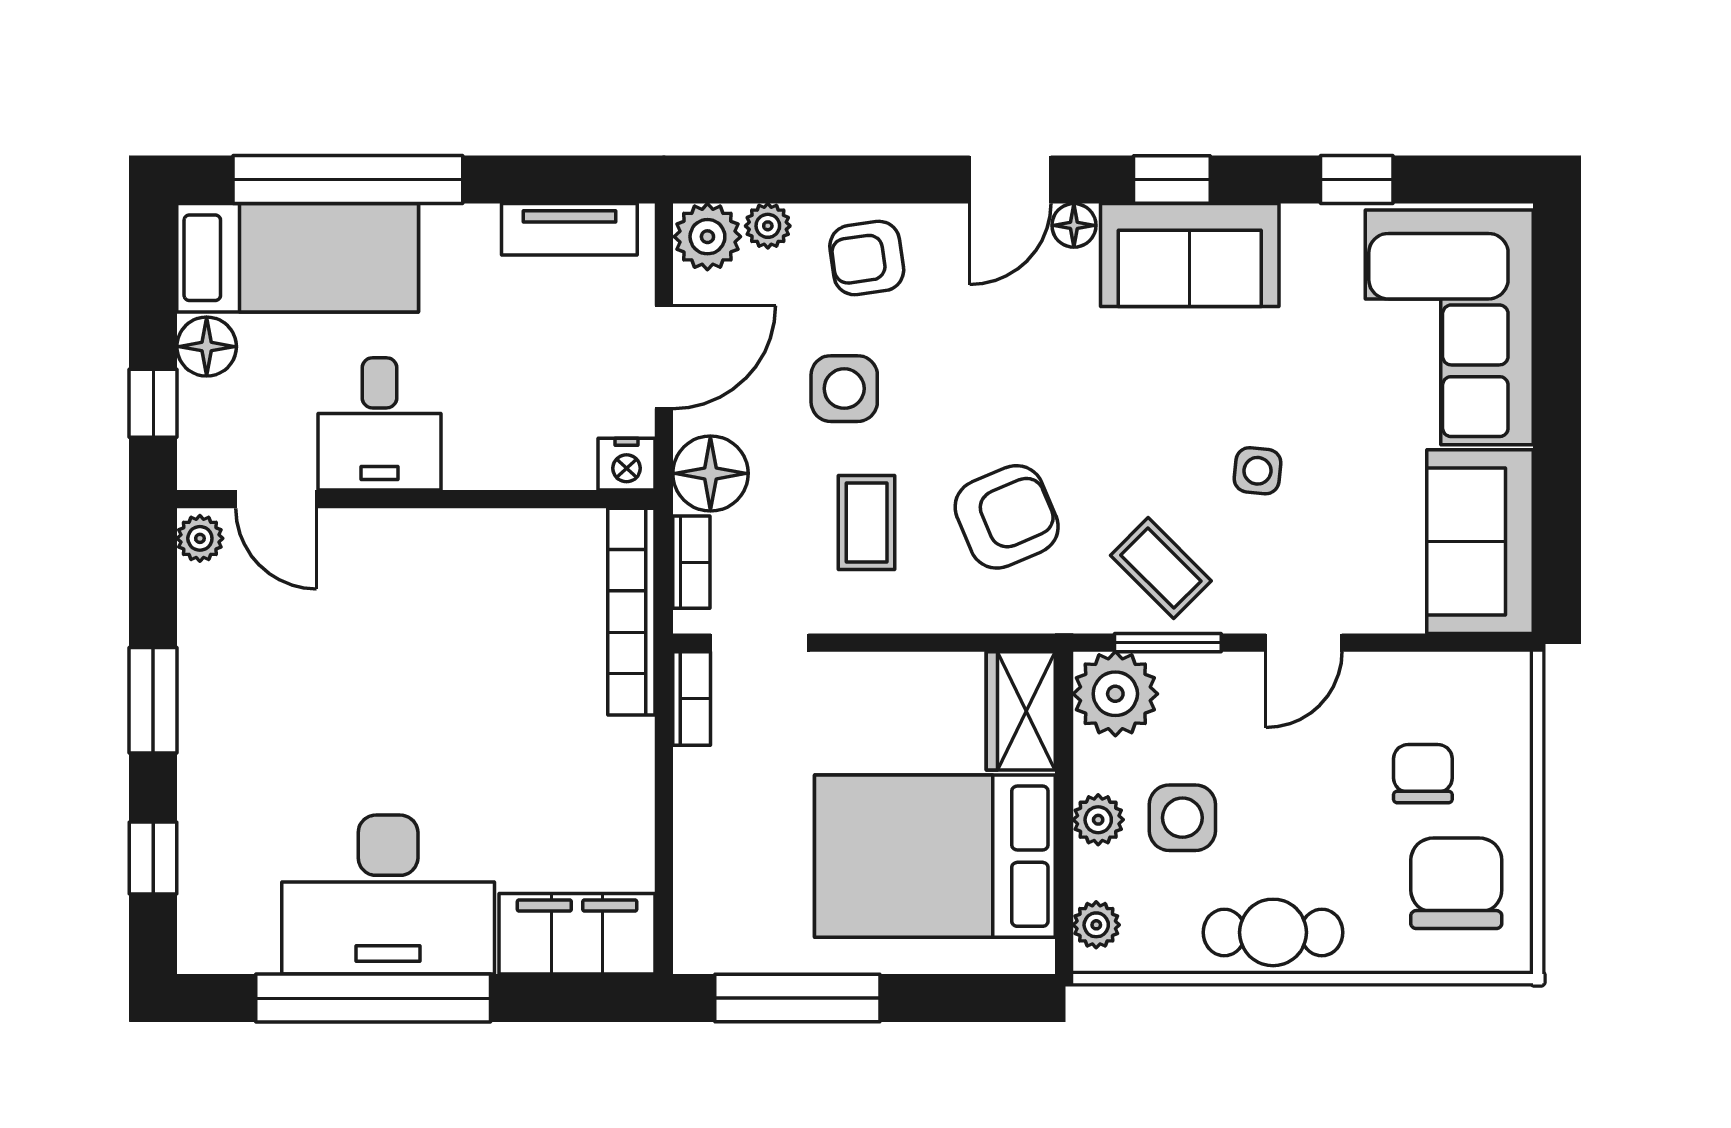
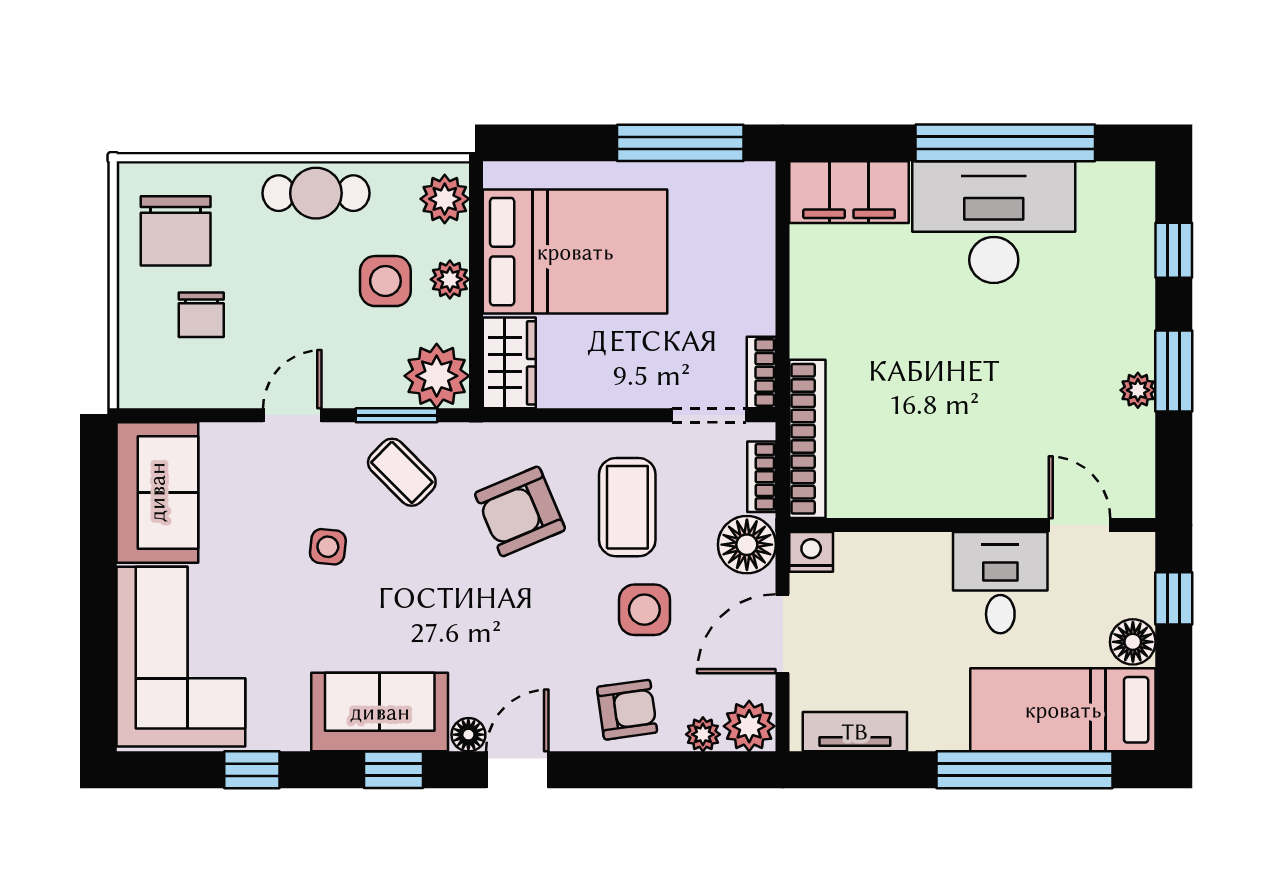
coffee table: (867, 522) -> (627, 507), width x1.36, depth x1.30
plant: (200, 538) -> (1138, 390), moved
plant: (1096, 925) -> (445, 199), width x1.38, depth x1.38

